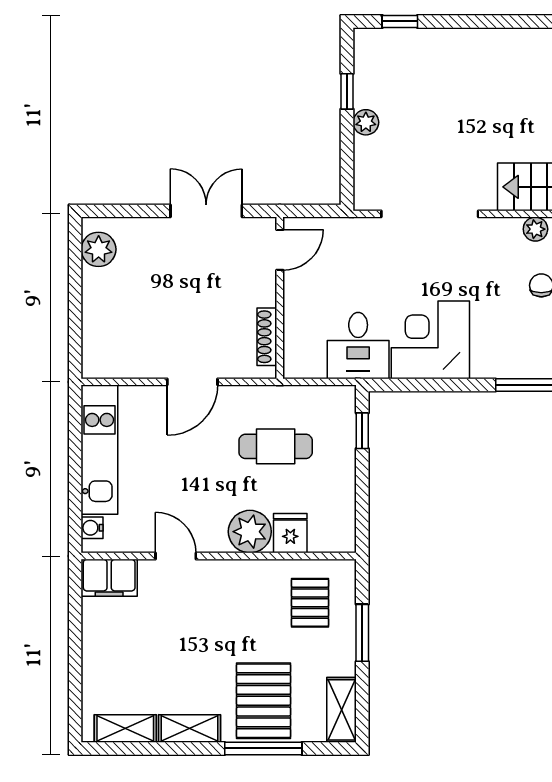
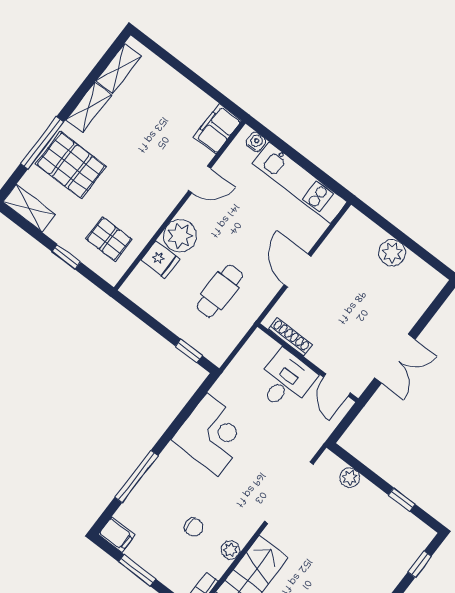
plant: (366, 122) -> (350, 478), moved
plant: (99, 249) -> (392, 253), moved
desk: (358, 346) -> (286, 381), moved, turned 90
window: (362, 633) -> (66, 257), width x0.67

